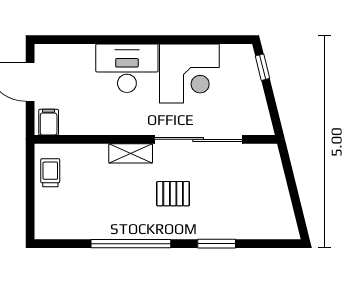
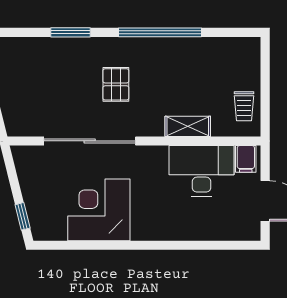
desk: (127, 68) -> (202, 171), moved, turned 180
shelving: (131, 153) -> (188, 126), moved
pallet: (173, 194) -> (116, 84), turned 90

